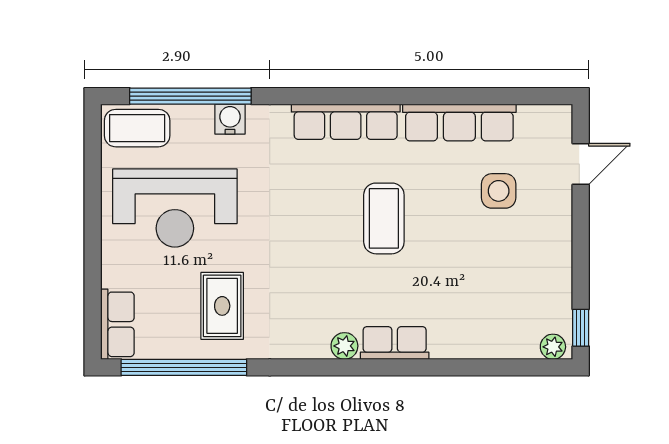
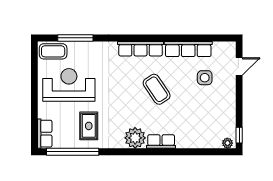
window: (190, 96) -> (75, 38), width x0.68
water cooler: (230, 119) -> (92, 48), removed
reception desk: (175, 208) -> (69, 85), turned 180
coffee table: (384, 218) -> (157, 89), turned -34
plant: (344, 346) -> (135, 138), width x1.88, depth x1.88

